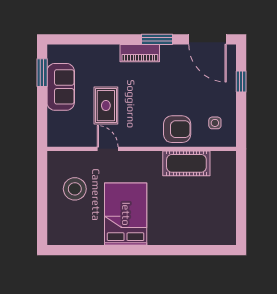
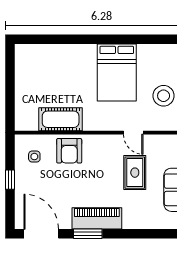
piano: (140, 53) -> (97, 218), width x1.37, depth x1.33
window: (241, 81) -> (10, 180), moved
armchair: (177, 129) -> (69, 151), turned -90

